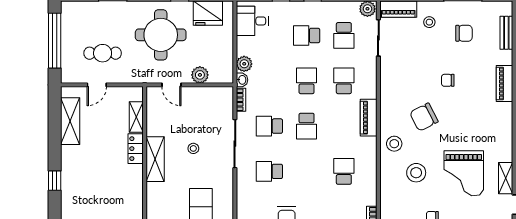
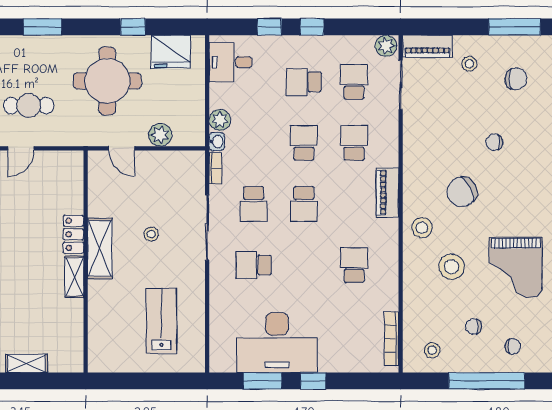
school desk: (344, 35) -> (354, 82), turned 180
shelving: (136, 117) -> (74, 277), moved
school desk: (269, 126) -> (254, 204), turned -90

